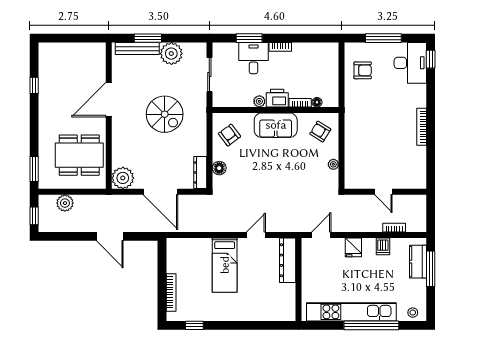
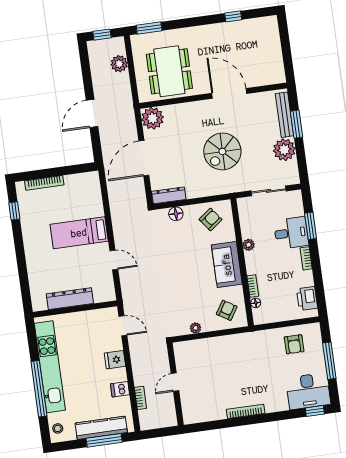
printer: (277, 98) -> (307, 298), moved, turned 180
dresser: (288, 260) -> (70, 299), moved
kitchen counter: (418, 262) -> (101, 428), width x1.50

